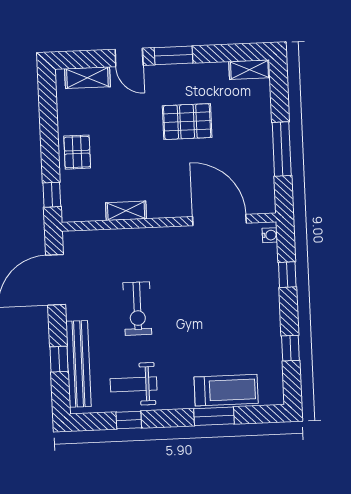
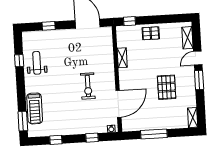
exercise bike: (137, 309) -> (88, 86), moved, turned -90
bench: (78, 364) -> (46, 36), removed
window: (214, 416) -> (23, 121), moved

